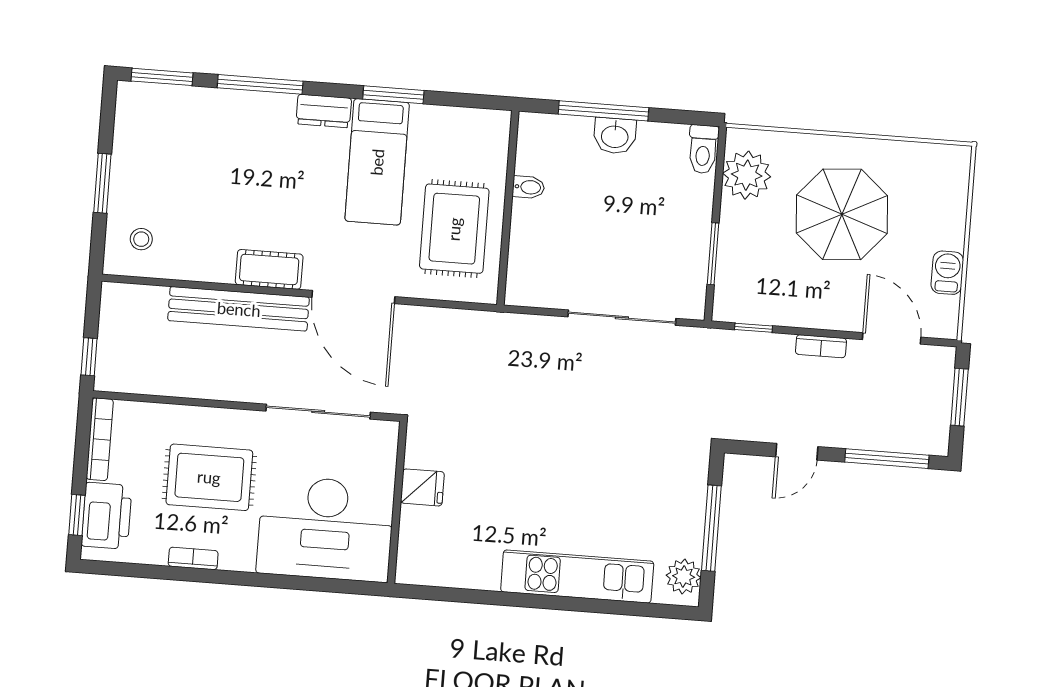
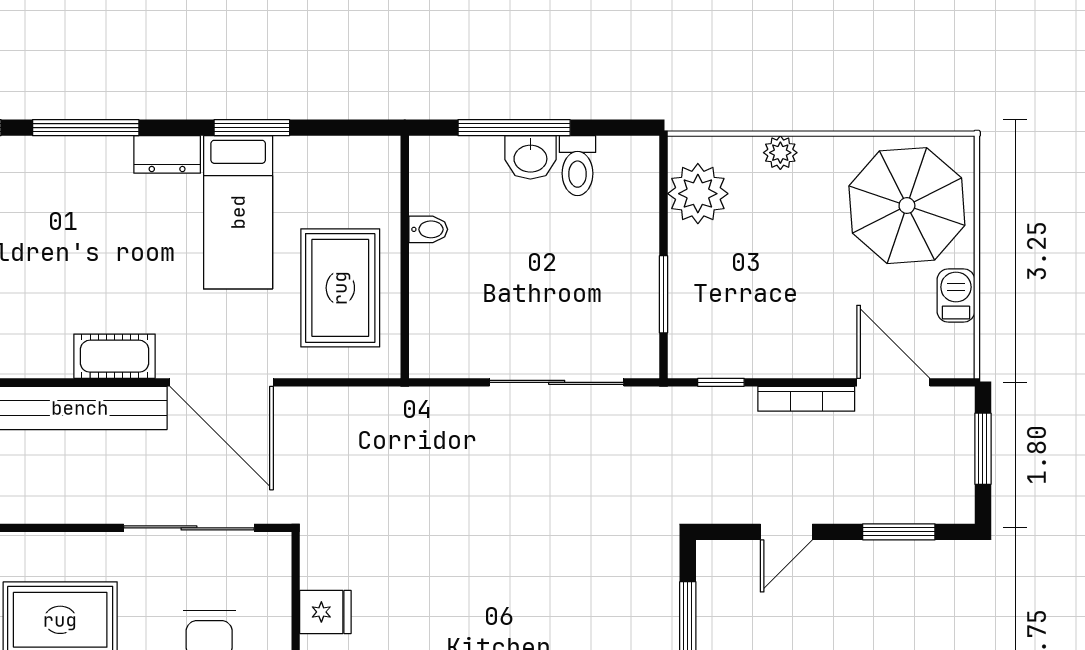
plant: (815, 147) -> (780, 153), added
toilet: (703, 149) -> (577, 166), moved
parasol: (842, 214) -> (907, 206), moved
bookcase: (821, 346) -> (806, 399), width x1.56
window: (887, 459) -> (899, 532), width x0.69

